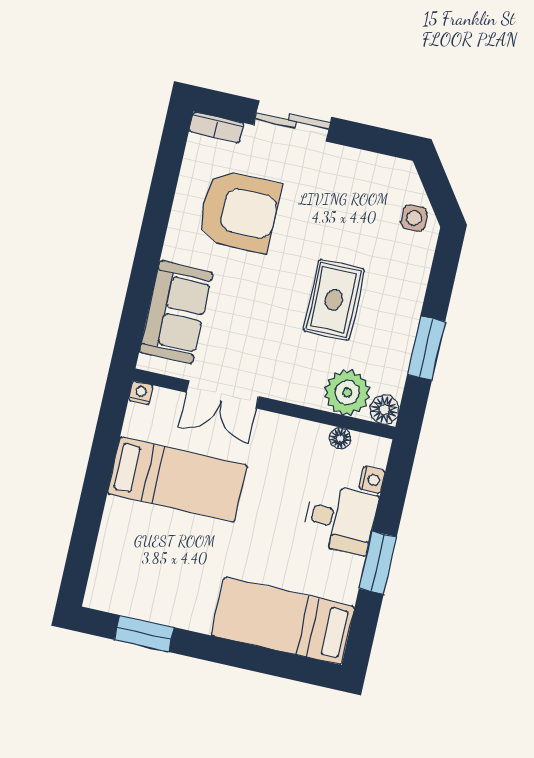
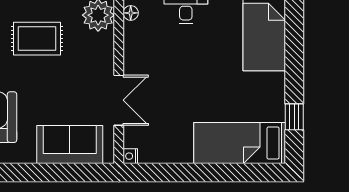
bed: (177, 479) -> (240, 143), moved, turned -90
window: (144, 634) -> (294, 117), width x0.67

